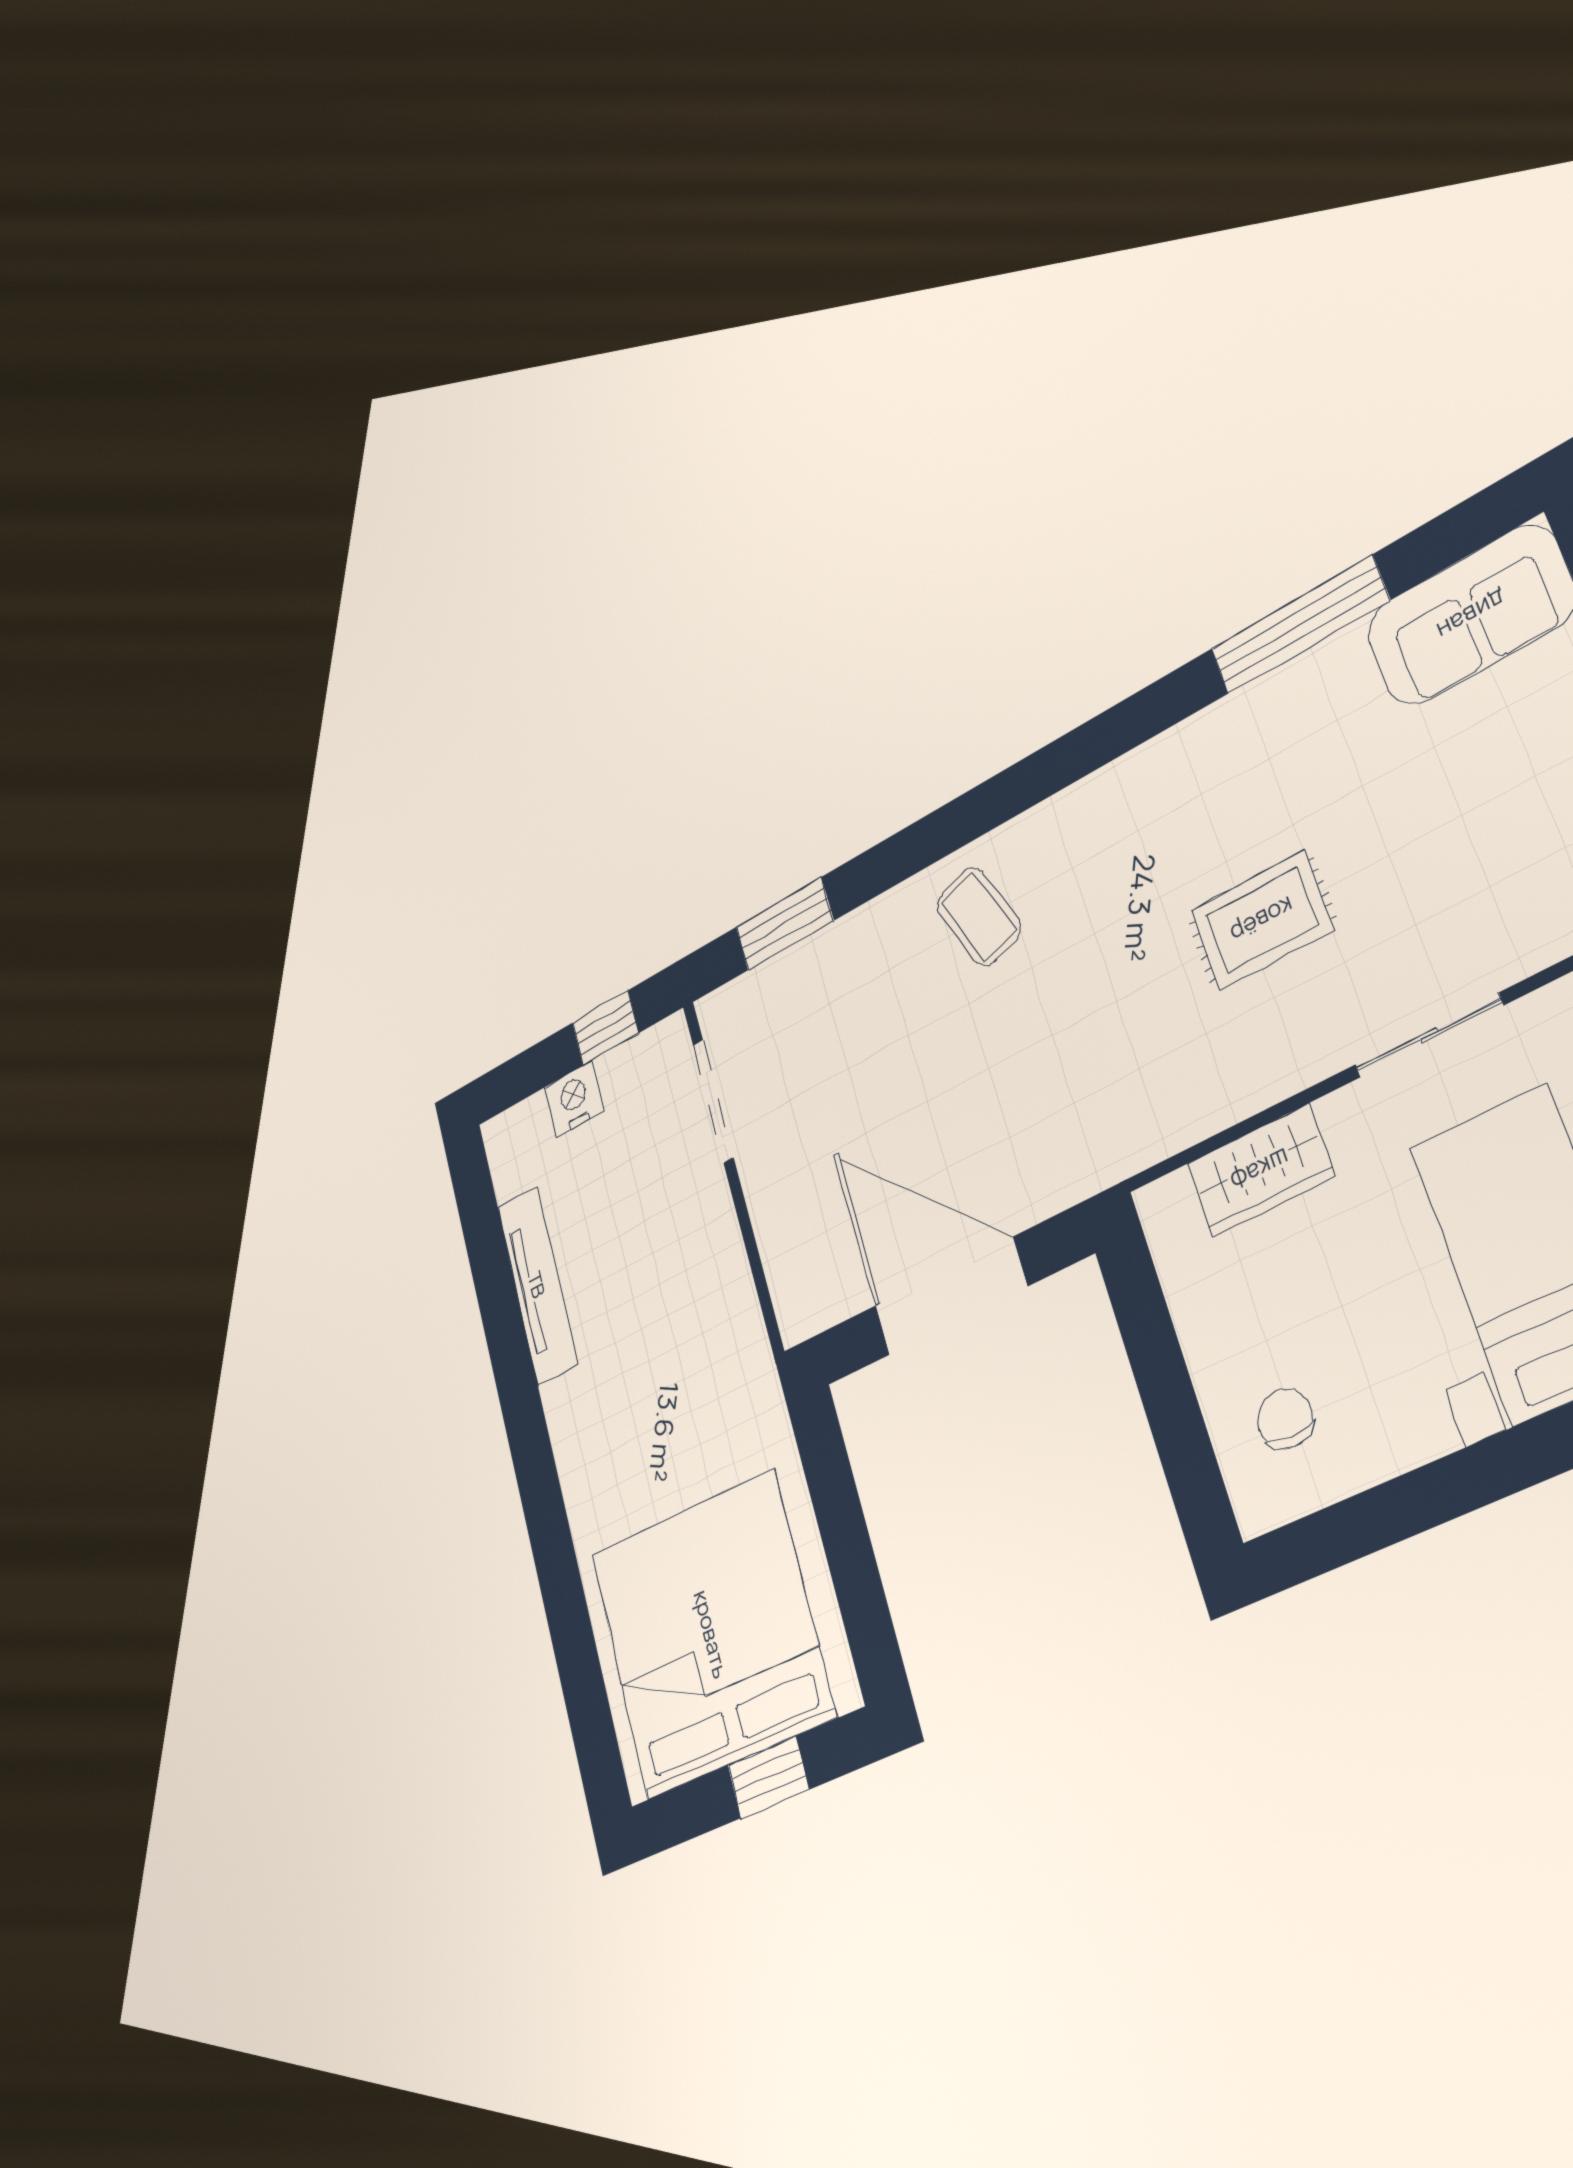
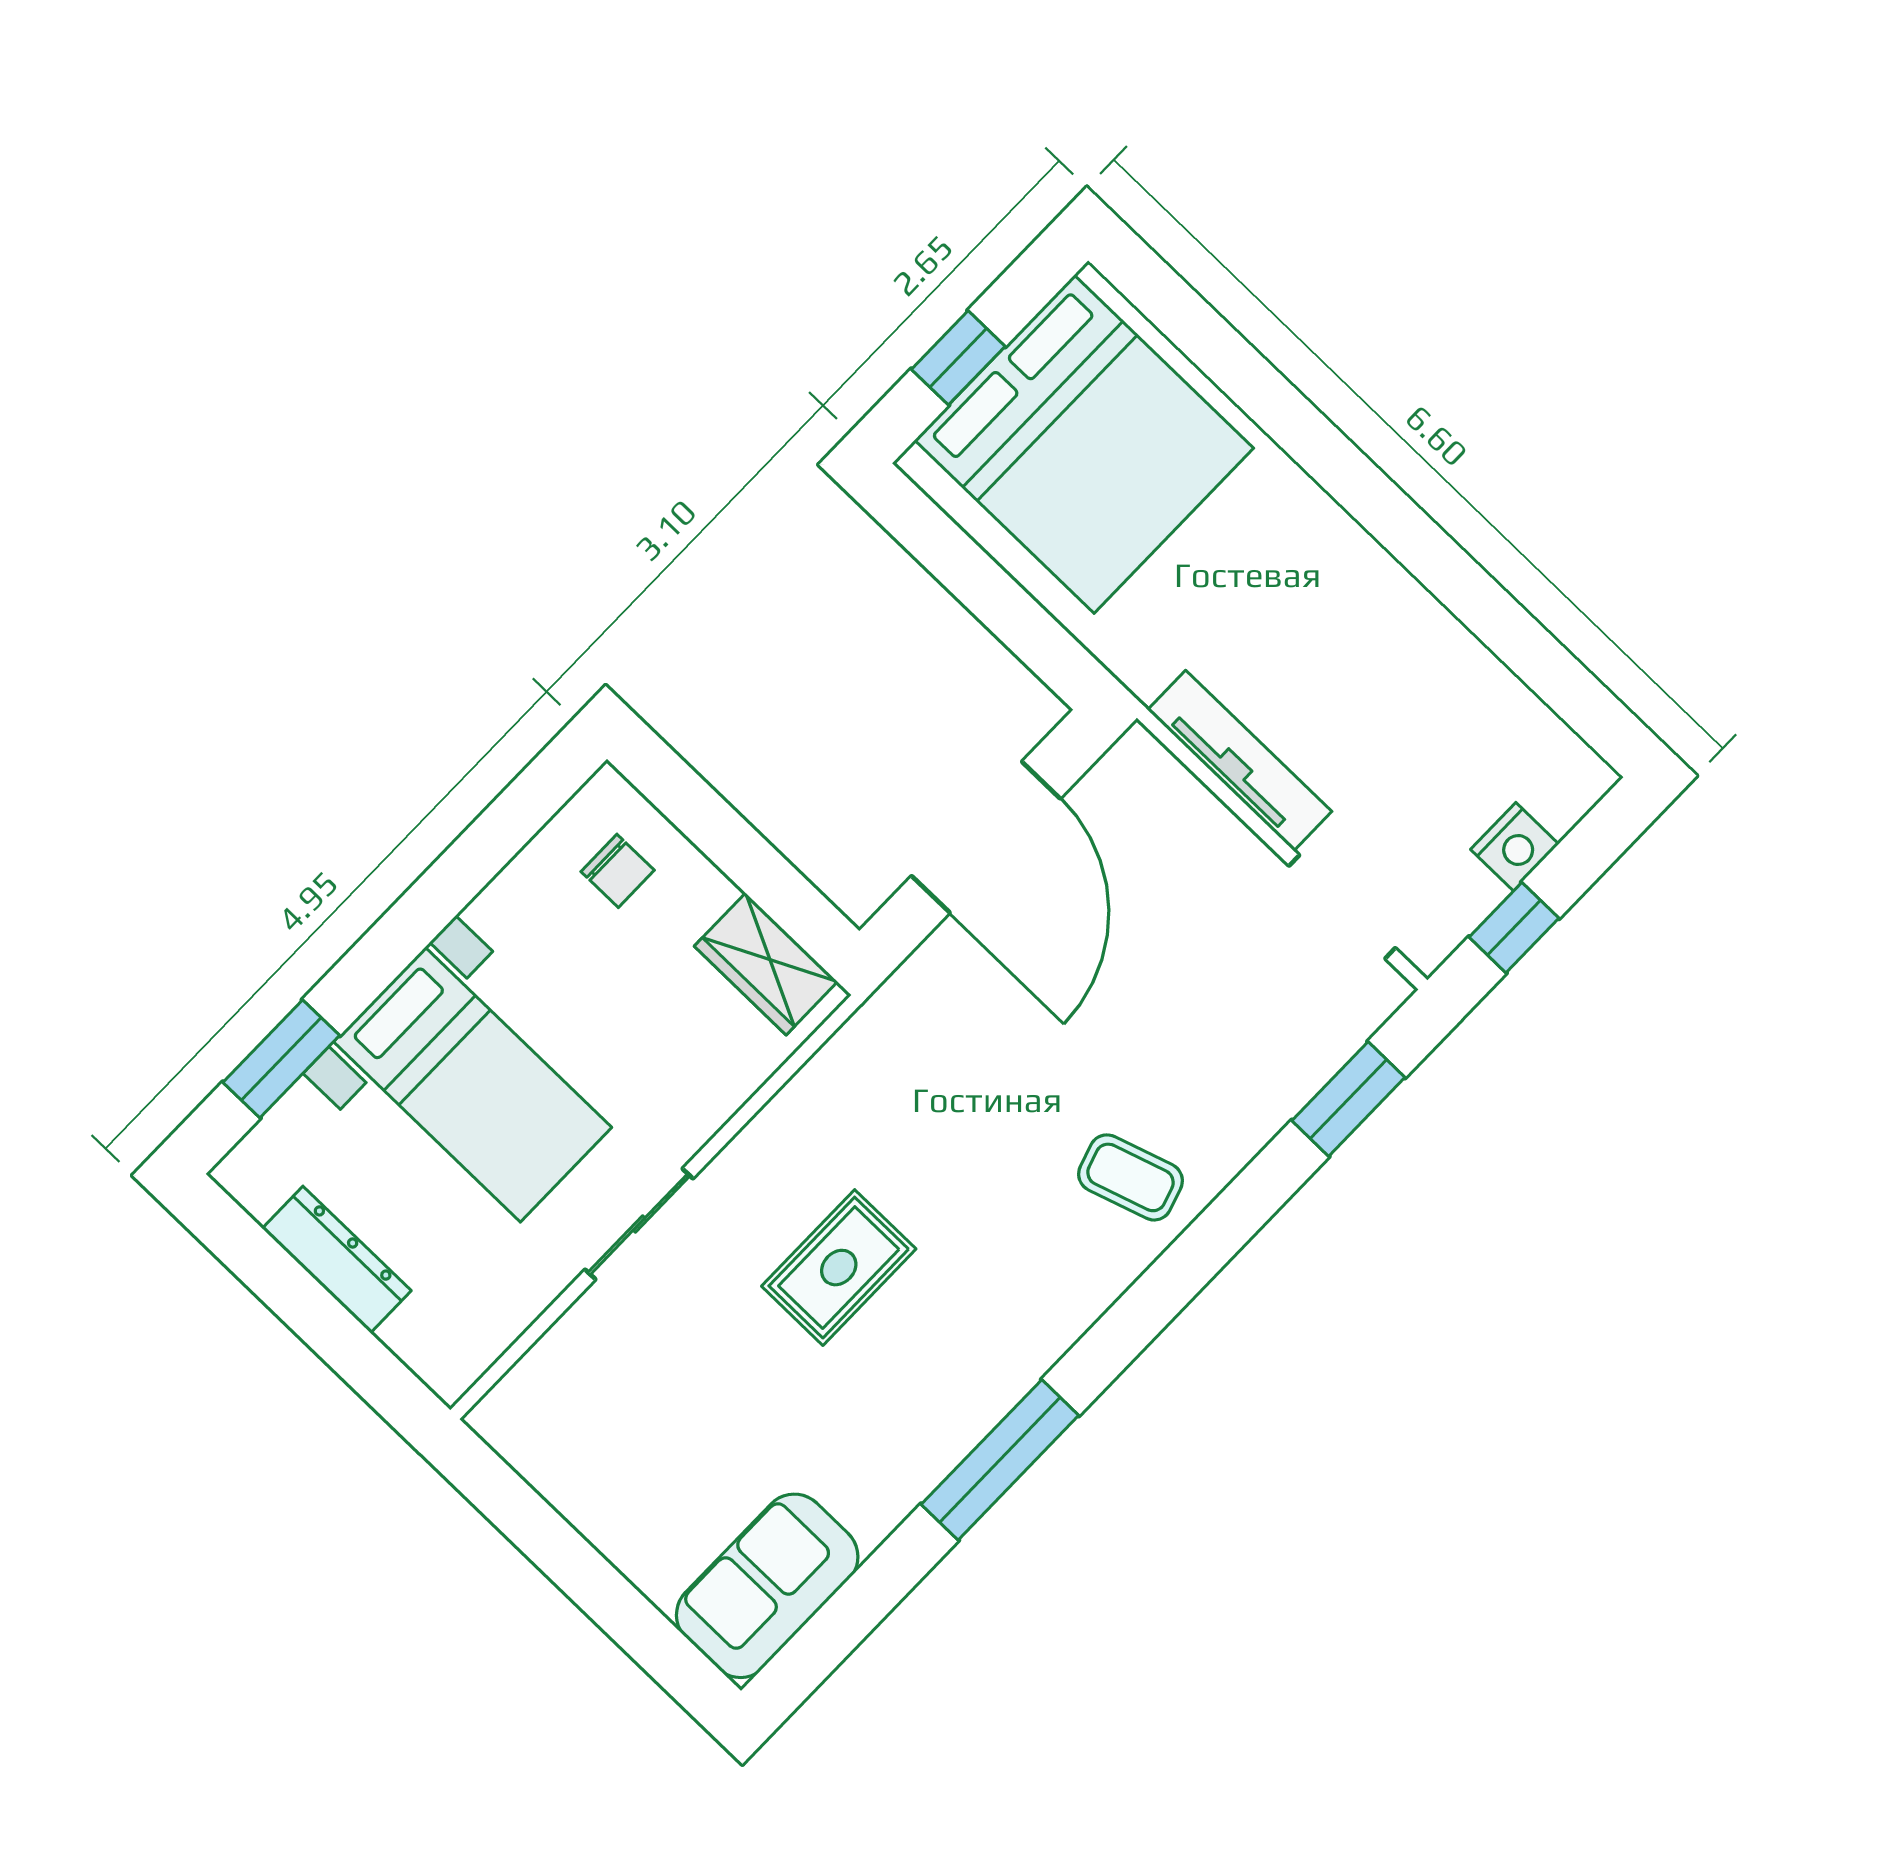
window: (1300, 625) -> (1000, 1460), moved
wardrobe: (1260, 1170) -> (766, 964), moved, turned -90
tv unit: (537, 1285) -> (1240, 761), moved, turned 180
door: (950, 1296) -> (986, 837), hinge flipped

